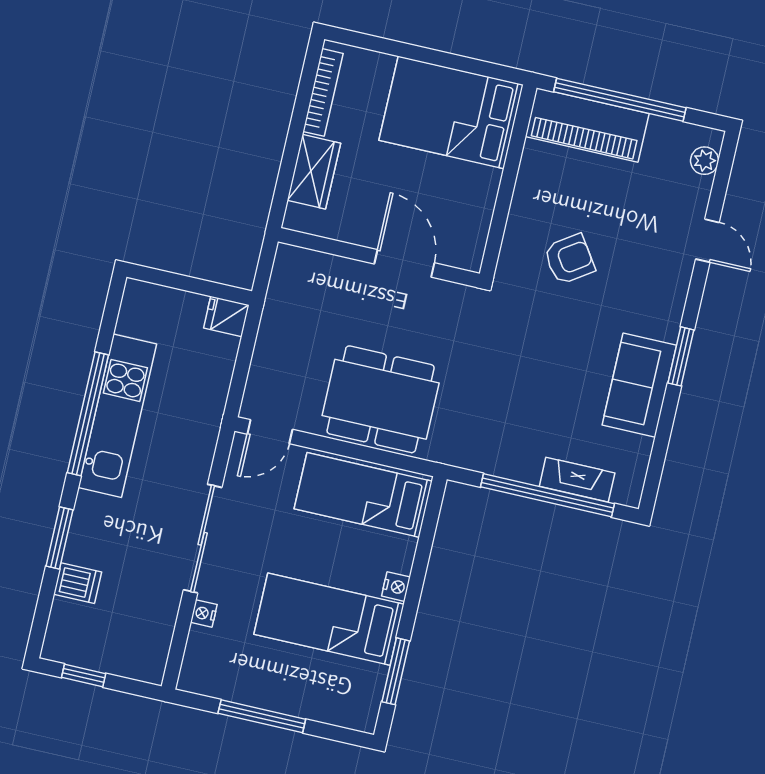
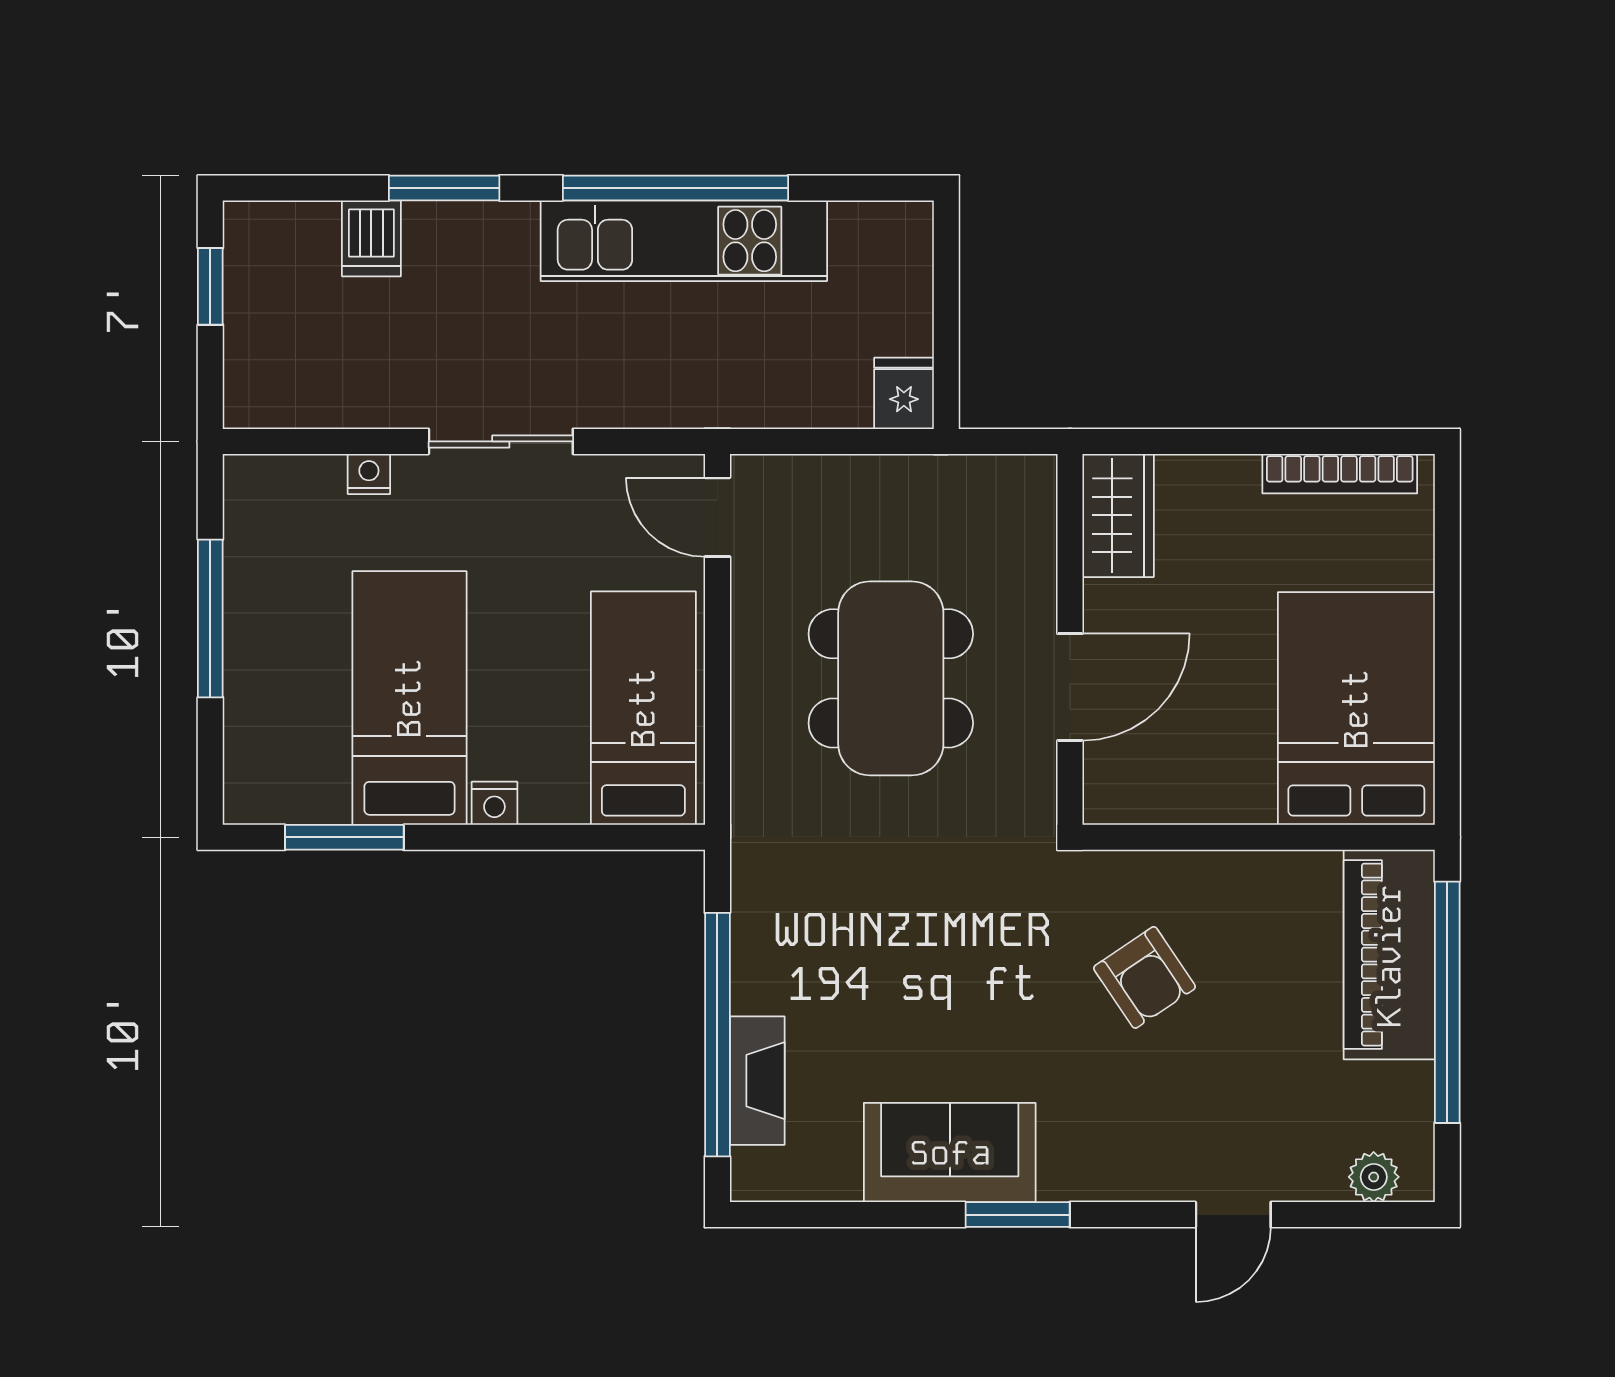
wardrobe: (314, 172) -> (1118, 515), moved, turned -90
dining table: (381, 399) -> (891, 678), moved
sliding door: (203, 539) -> (501, 441), width x0.73

